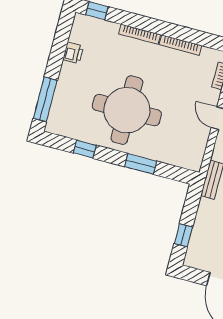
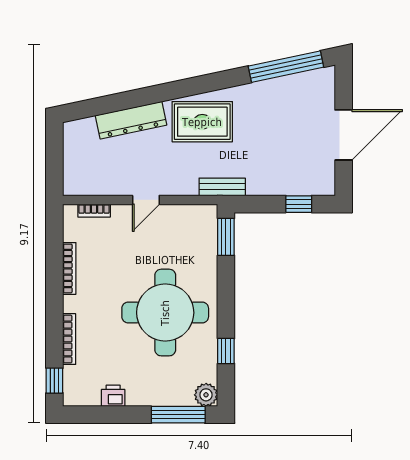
bookcase: (140, 34) -> (69, 339), moved
plant: (55, 125) -> (206, 395), added
window: (141, 164) -> (226, 237), moved

